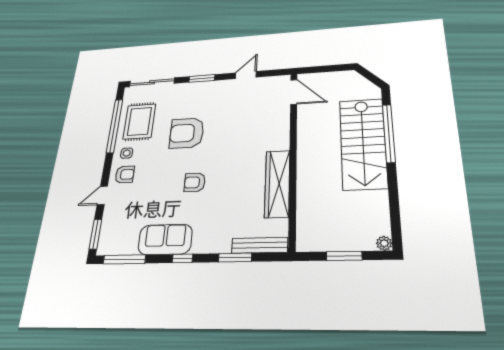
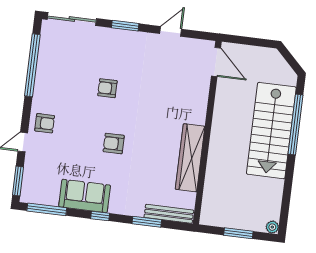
rug: (139, 121) -> (59, 65), removed
armchair: (187, 133) -> (107, 88), width x0.53, depth x0.53
side table: (127, 153) -> (46, 100), removed

